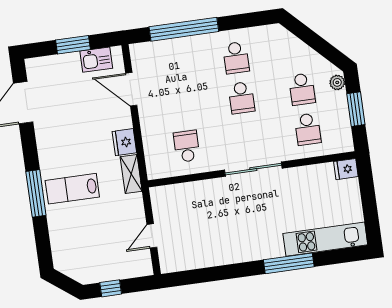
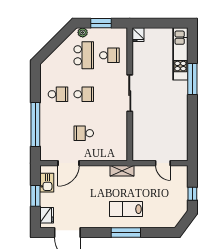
school desk: (302, 89) -> (84, 55), width x1.85
fridge: (124, 142) -> (47, 215), moved, turned -90
school desk: (187, 146) -> (84, 133), moved
lab bench: (72, 189) -> (126, 209), turned 90

